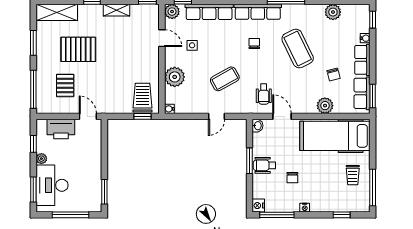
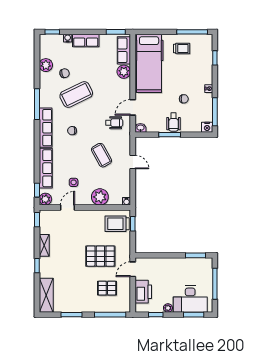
pallet: (78, 49) -> (100, 256), moved, turned 90
chair: (334, 74) -> (65, 73), moved
row of seats: (362, 93) -> (124, 50), moved, turned 90

